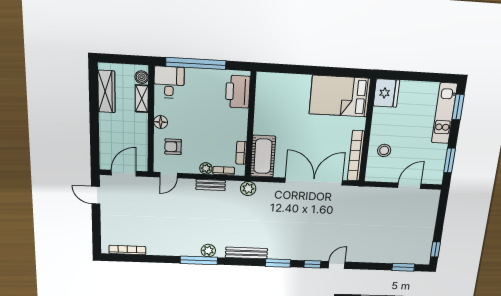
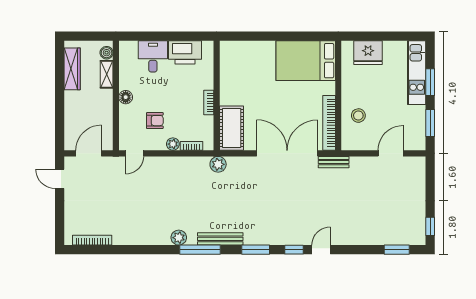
window: (196, 64) -> (159, 36), removed
desk: (169, 82) -> (153, 56), moved
printer: (238, 92) -> (185, 52), moved, turned -90
fridge: (386, 93) -> (368, 53), moved, turned 90
window: (458, 107) -> (430, 82), moved
armchair: (173, 147) -> (155, 121), moved, turned 180
bookcase: (241, 153) -> (209, 103), moved
bench: (211, 185) -> (334, 162), moved
window: (199, 260) -> (200, 250), moved

